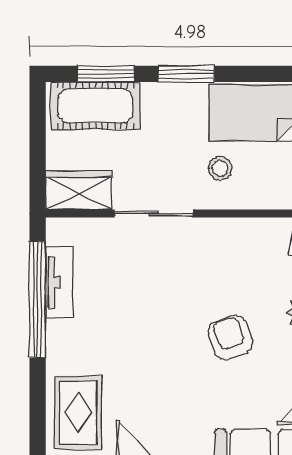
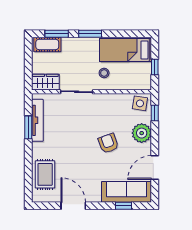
cot: (95, 106) -> (47, 44), width x0.73, depth x0.75
tv unit: (59, 282) -> (37, 120), width x1.41
window: (38, 299) -> (28, 127), width x0.47

